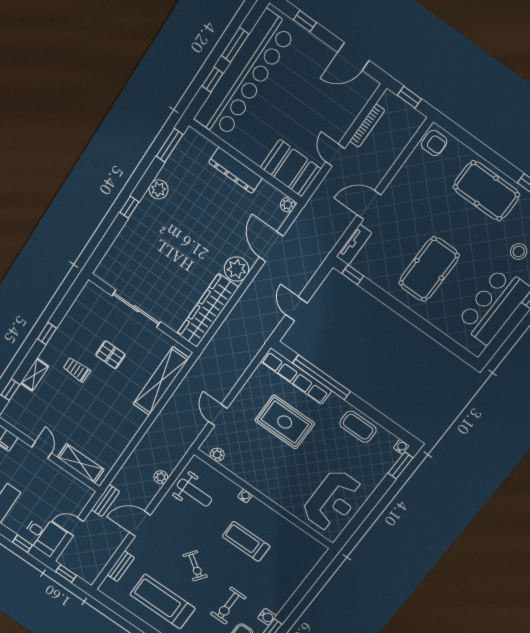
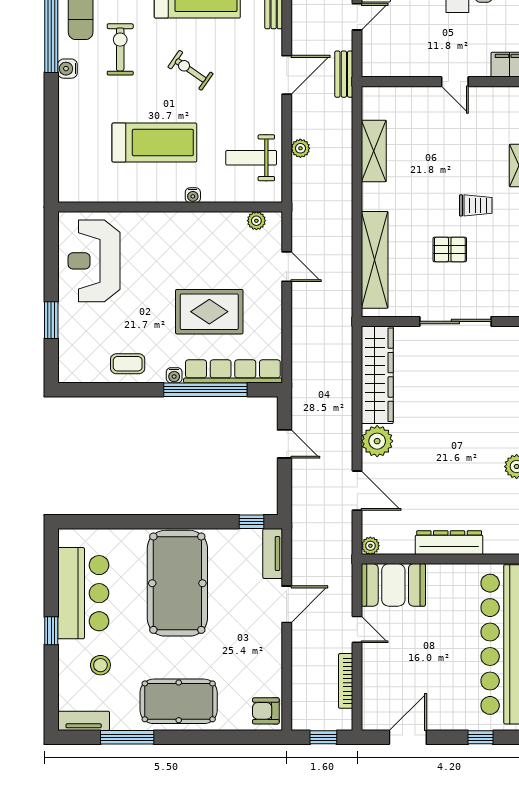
pool table: (429, 269) -> (177, 583), width x1.36, depth x1.32
coffee table: (358, 427) -> (128, 364), width x0.73, depth x0.77
water cooler: (401, 447) -> (174, 375), moved
shelving: (81, 463) -> (374, 151), moved, turned 90
window: (400, 465) -> (51, 320), moved
treadmill: (246, 541) -> (154, 143), width x1.37, depth x1.38

